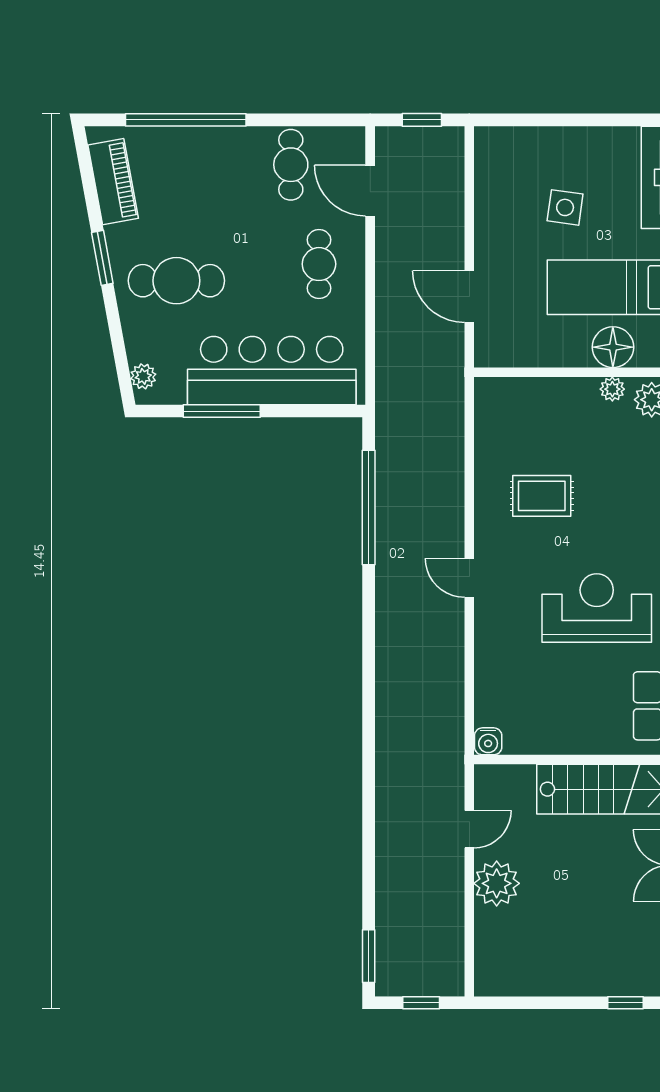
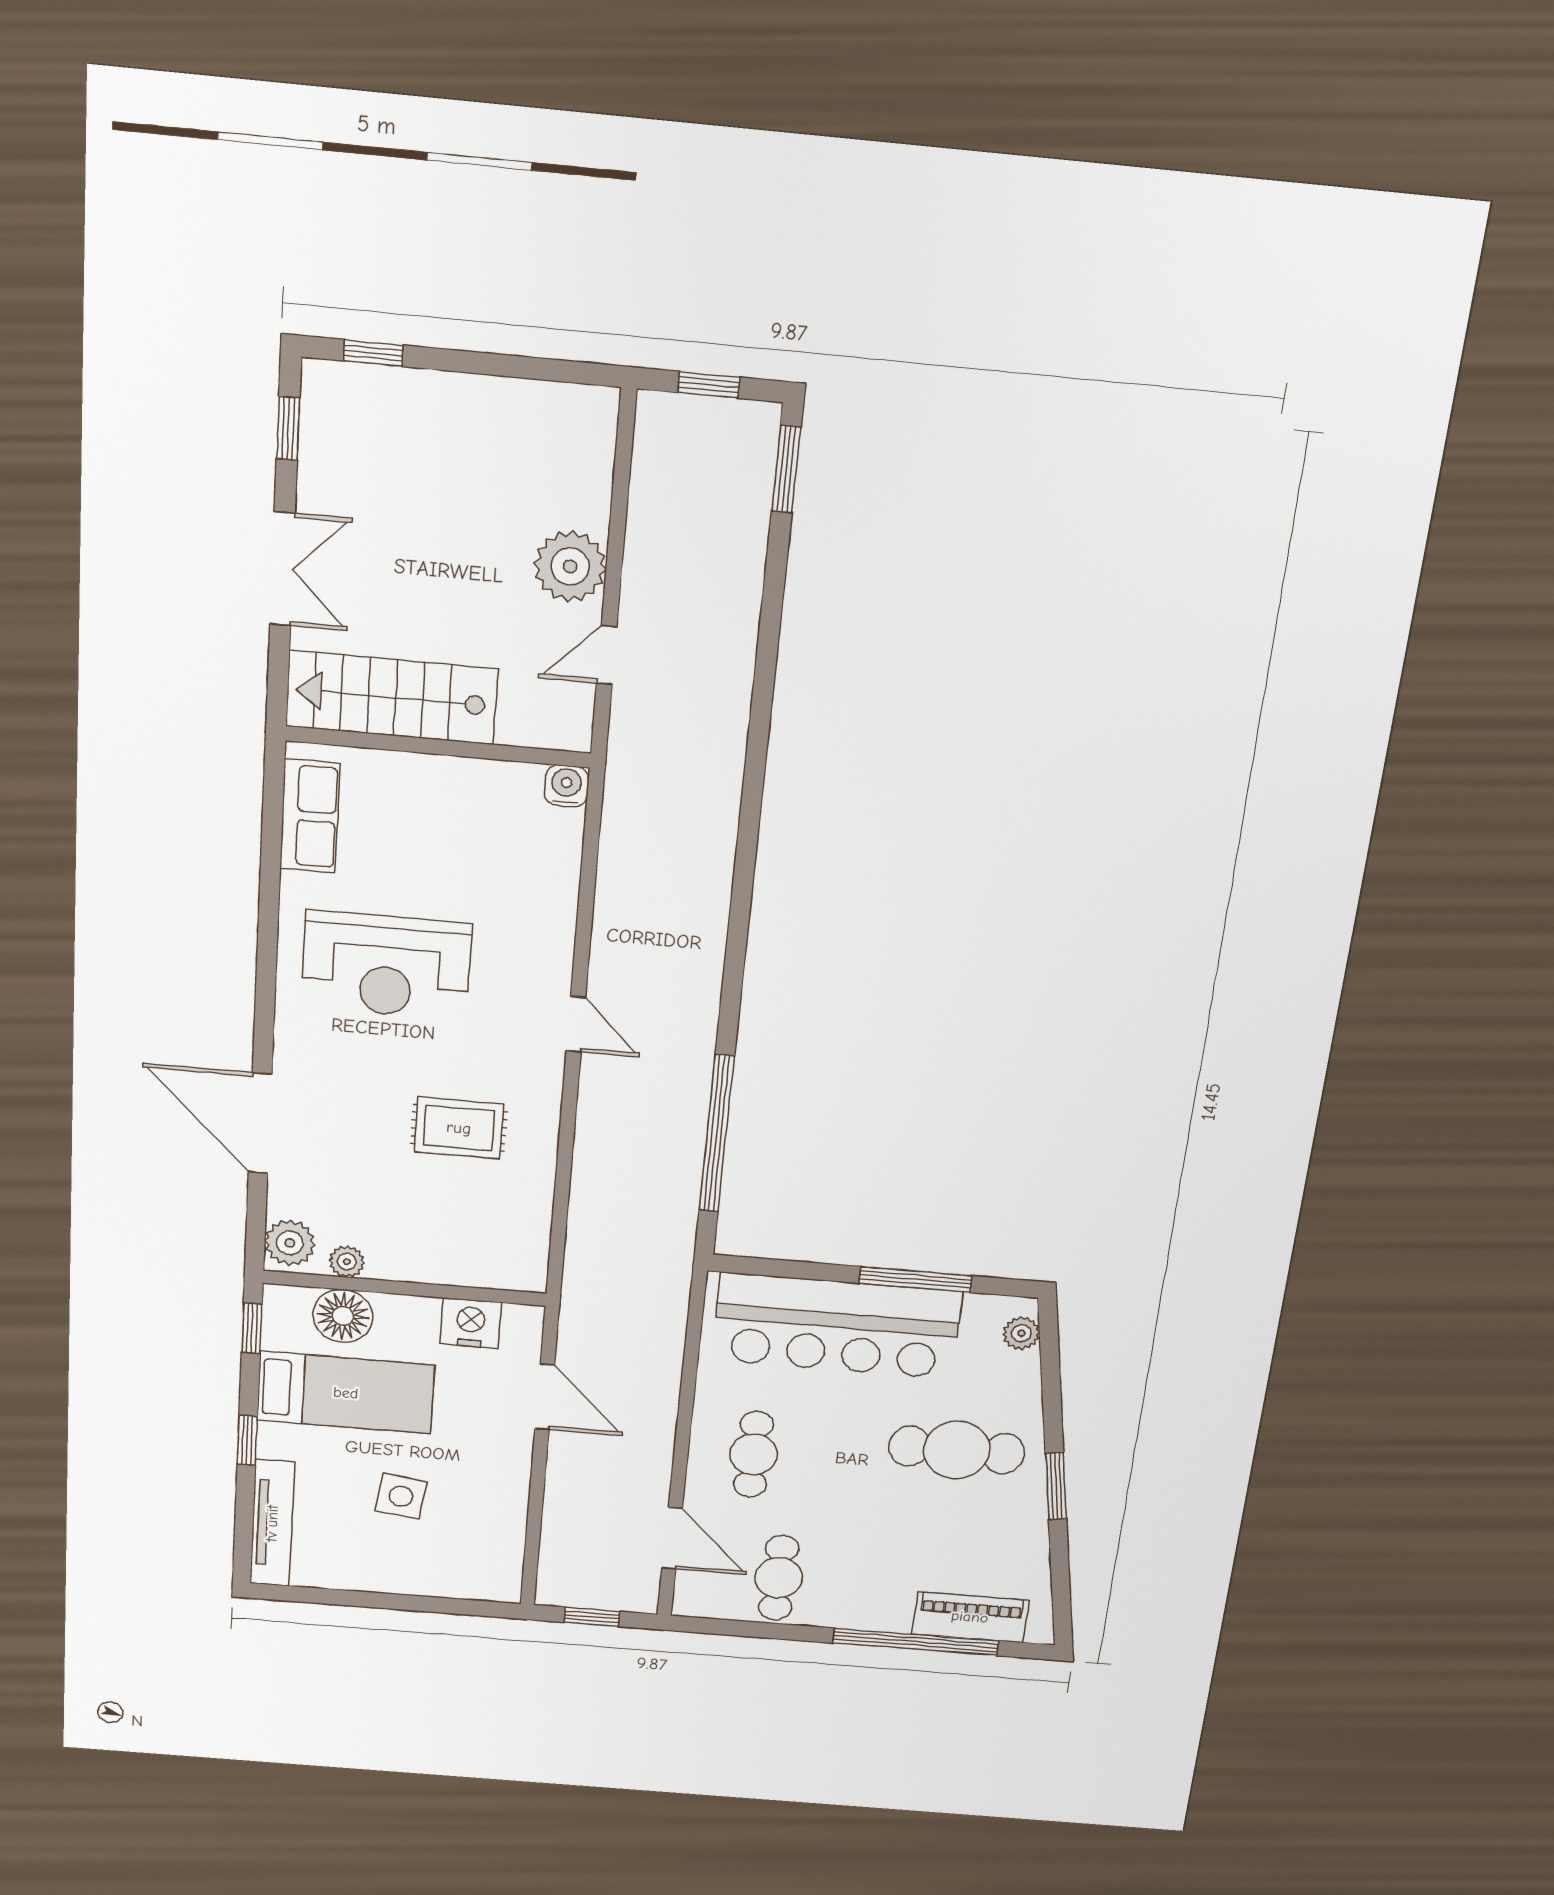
piano: (113, 182) -> (970, 1617), moved, turned 100
nightstand: (525, 350) -> (471, 1323), added

